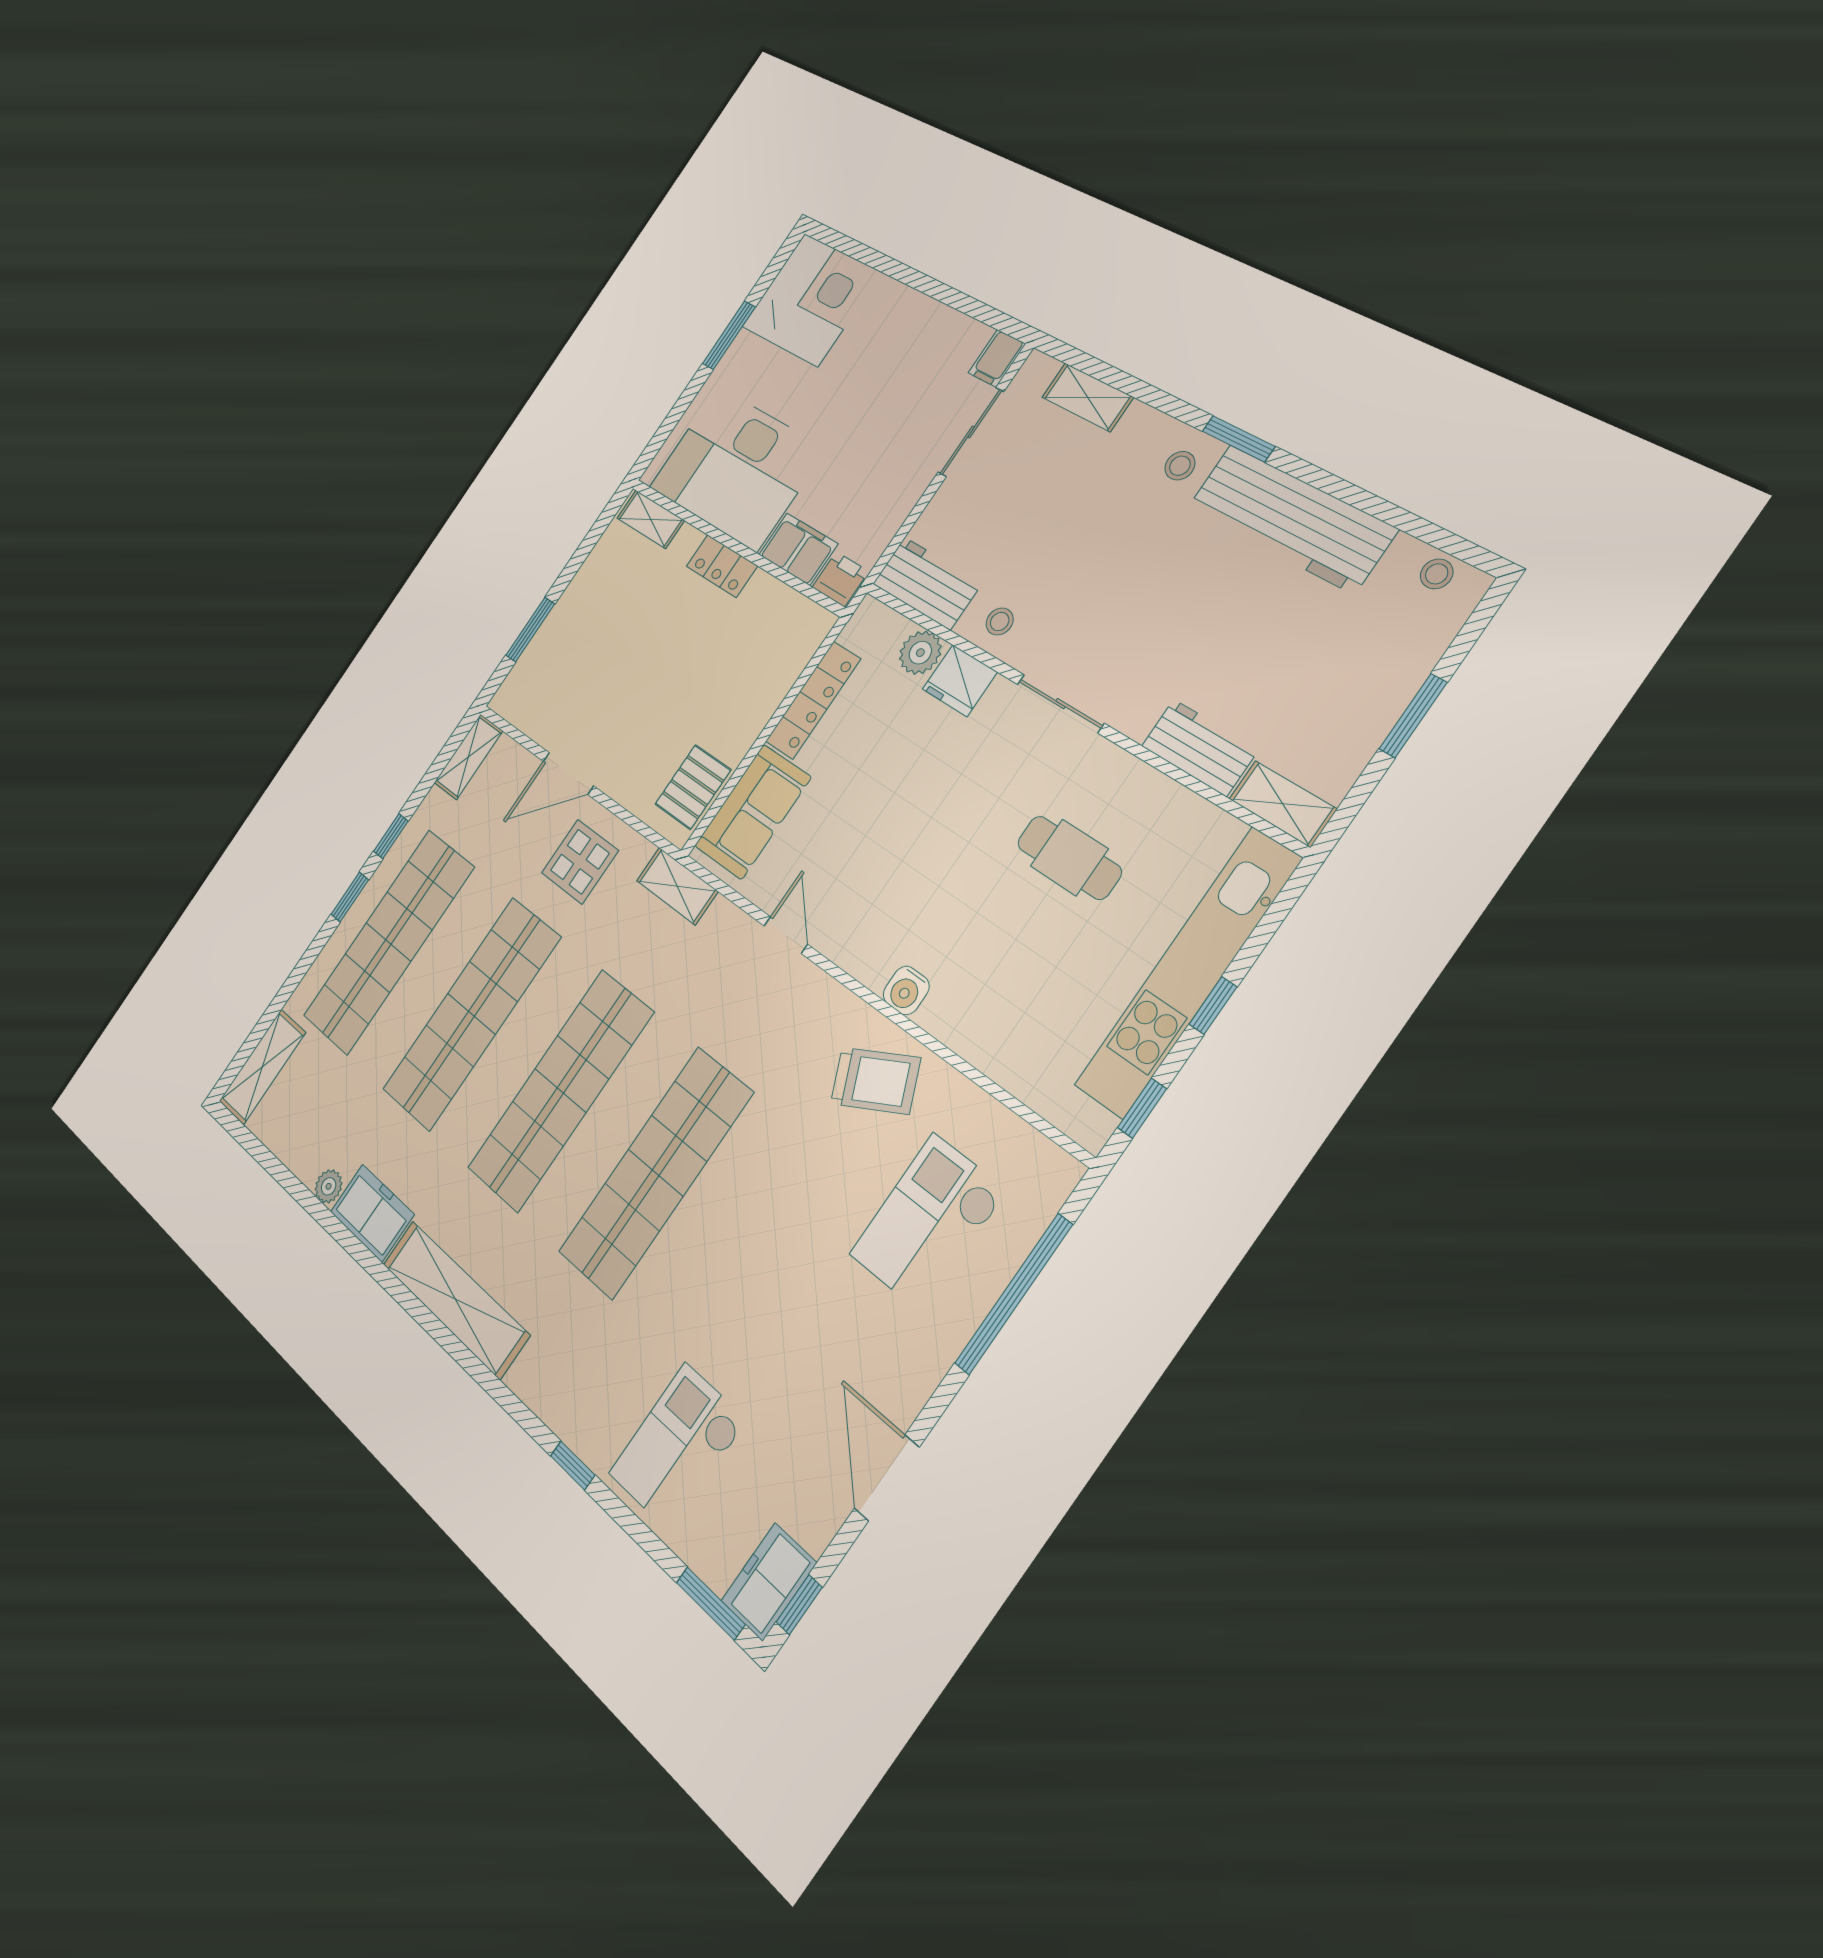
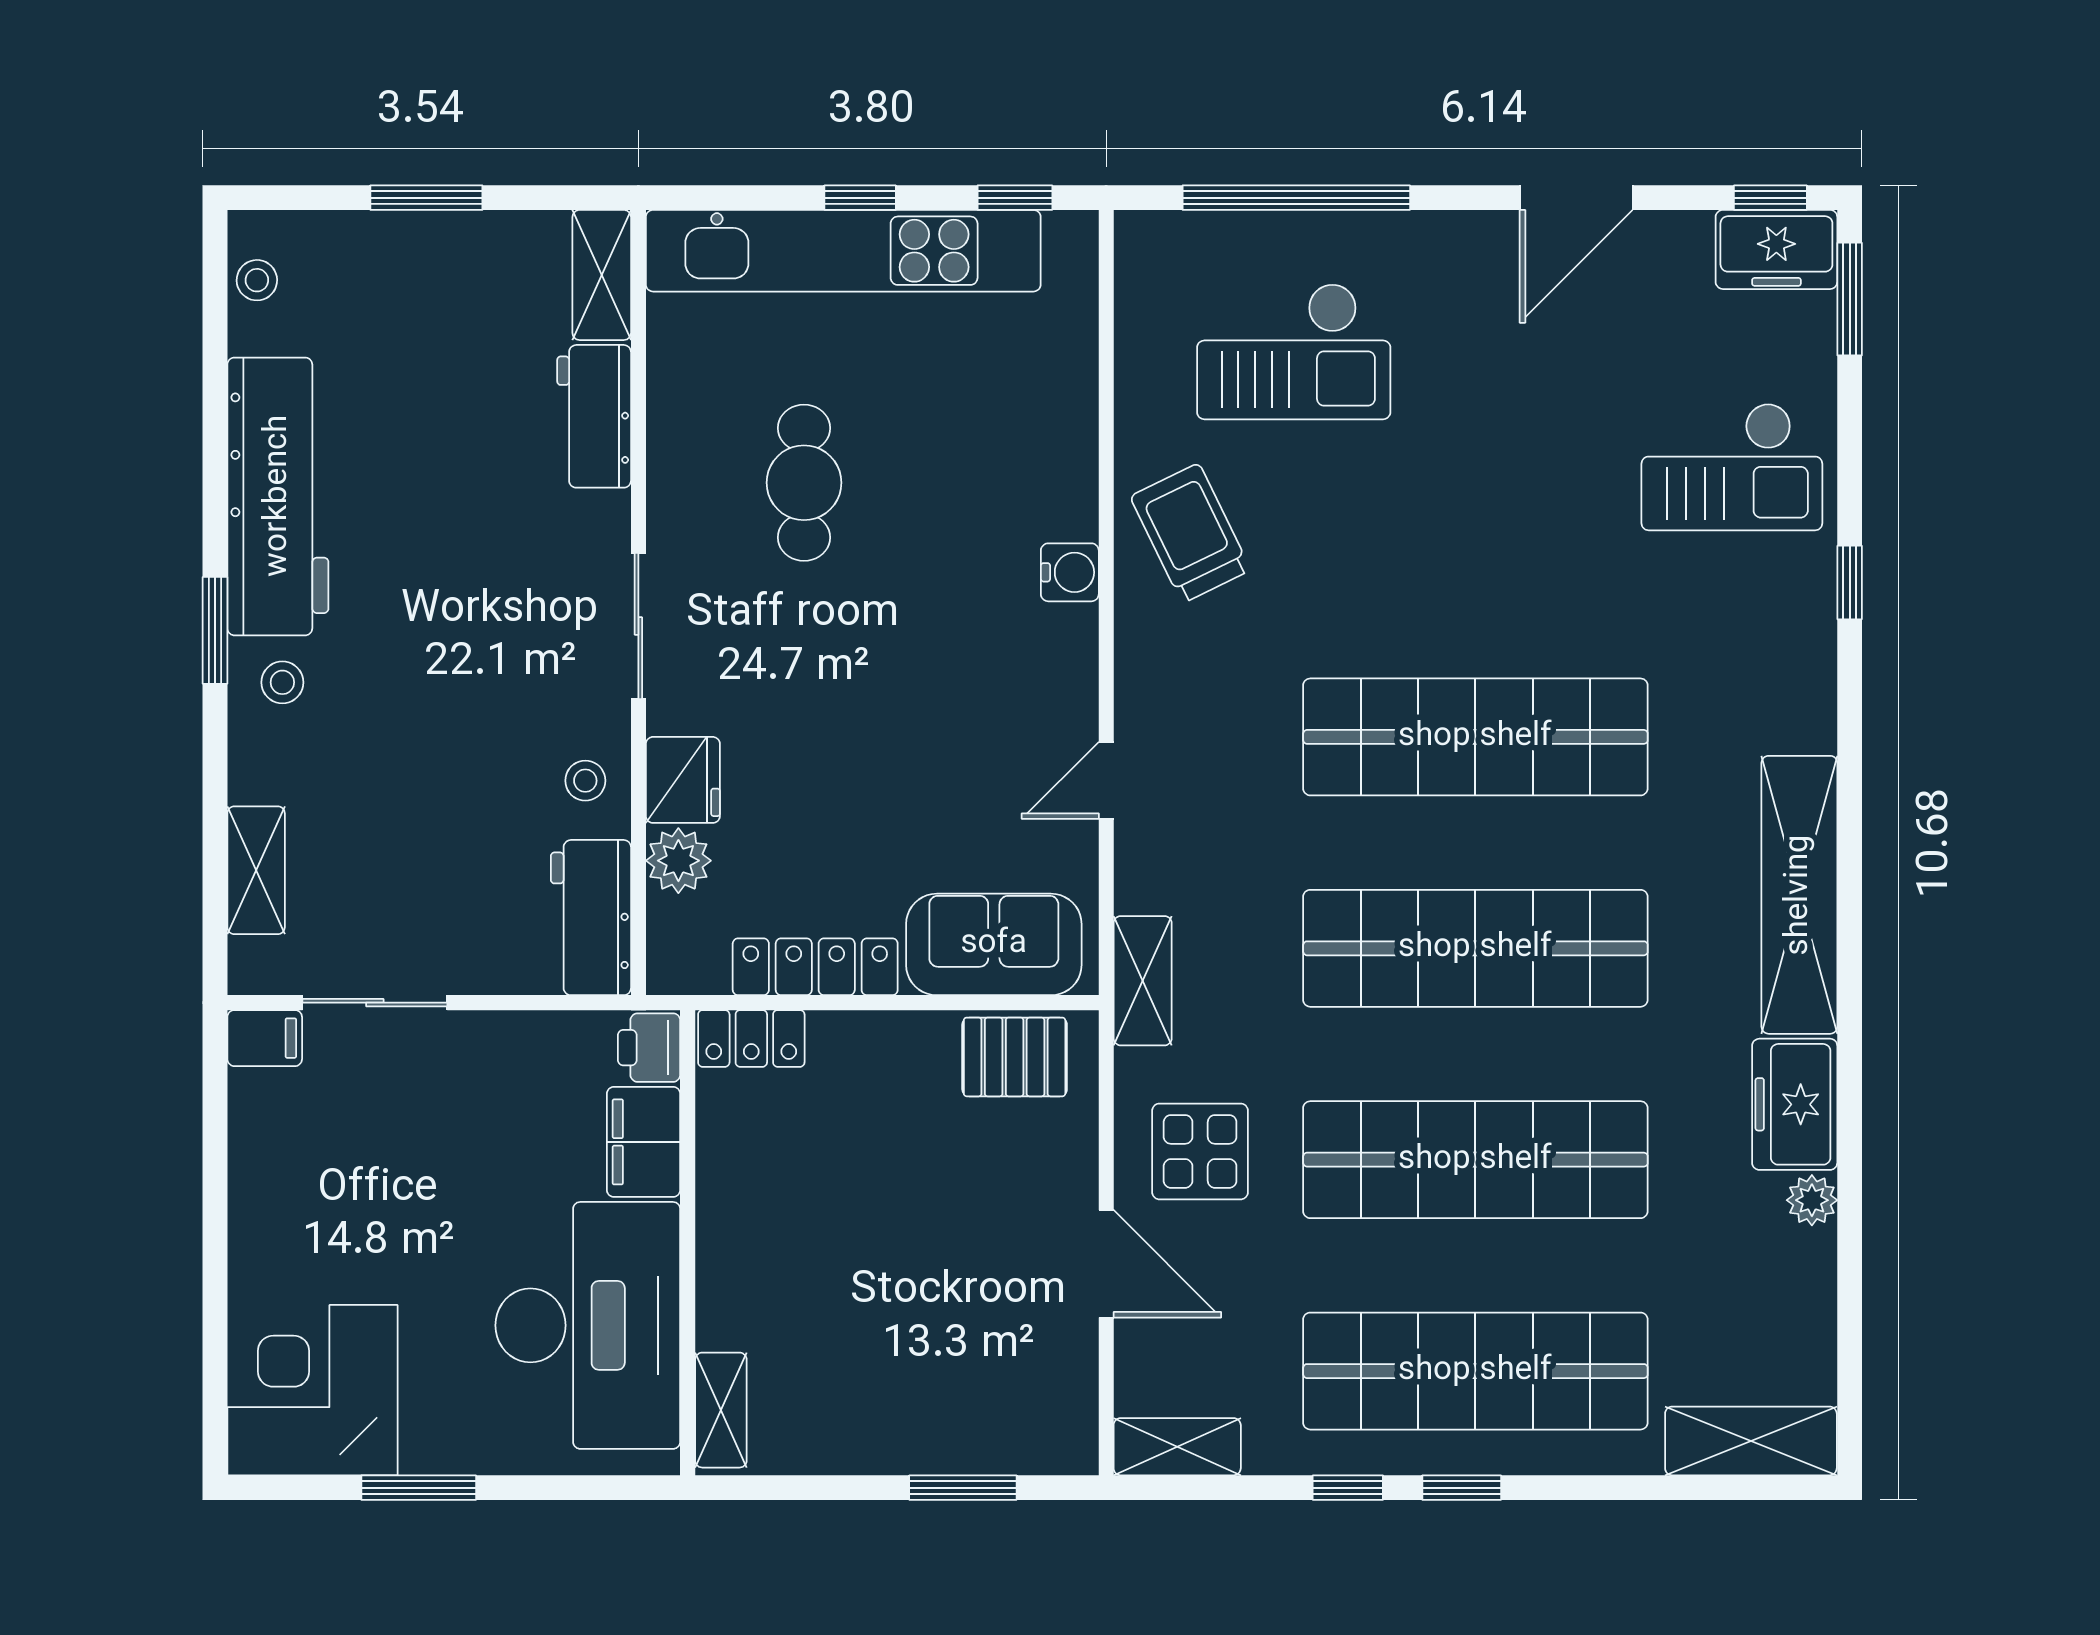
locker: (722, 566) -> (751, 1038), moved, turned 90

